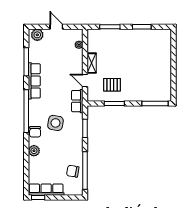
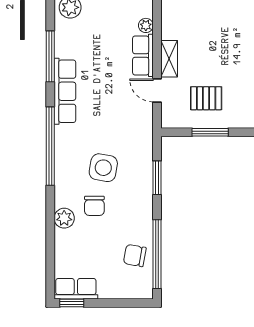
row of seats: (77, 101) -> (143, 55), moved
chair: (35, 132) -> (94, 206), moved
row of seats: (46, 190) -> (76, 289), width x0.68

